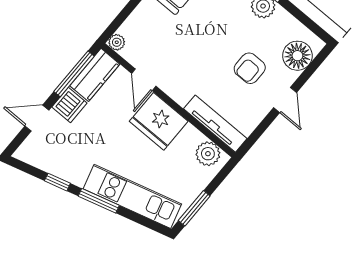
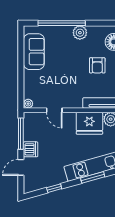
kitchen counter: (95, 75) -> (31, 126), removed
fridge: (159, 121) -> (89, 123), moved
window: (99, 201) -> (93, 177), moved

